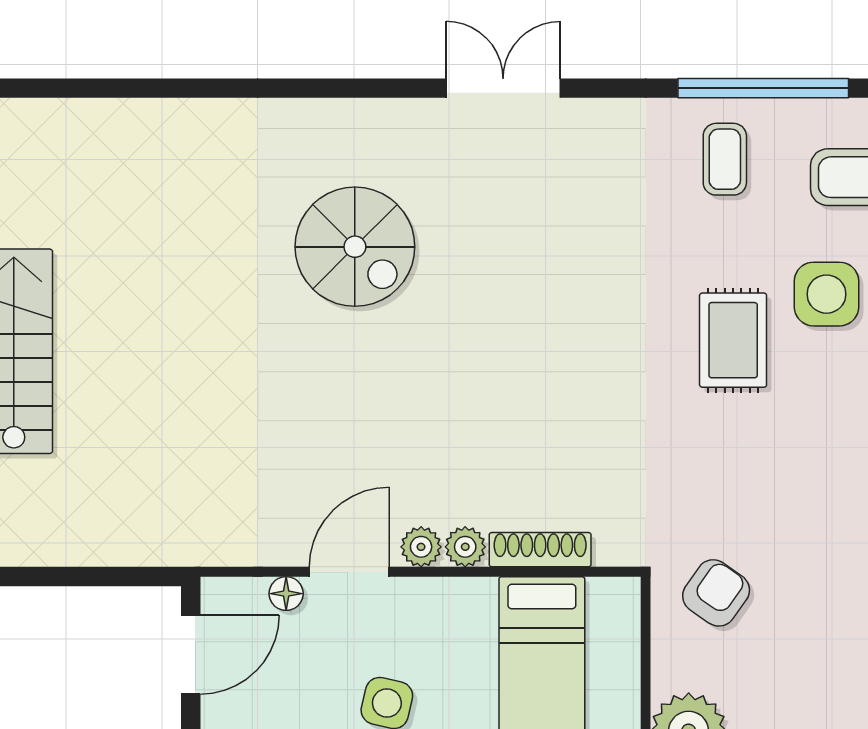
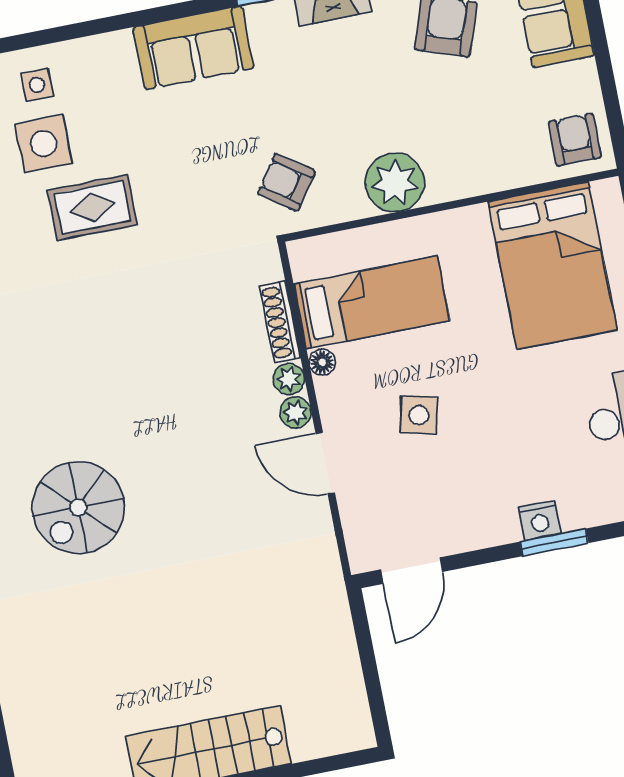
spiral stairs: (355, 247) -> (78, 507), turned 180
floor lamp: (286, 594) -> (322, 362), moved
door: (191, 655) -> (412, 571), swing flipped

